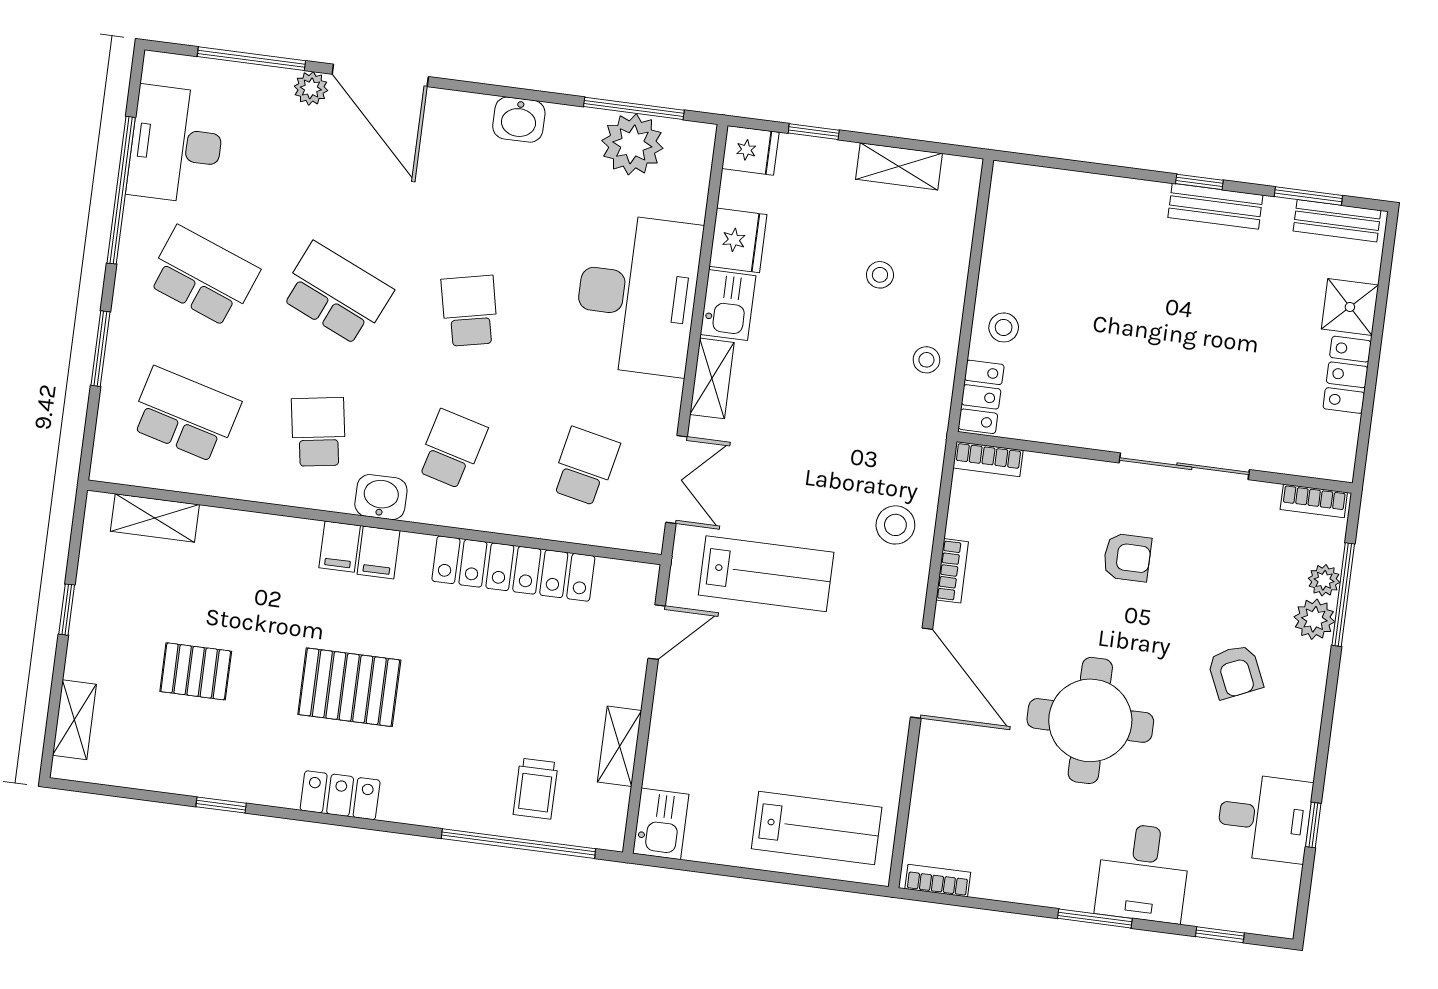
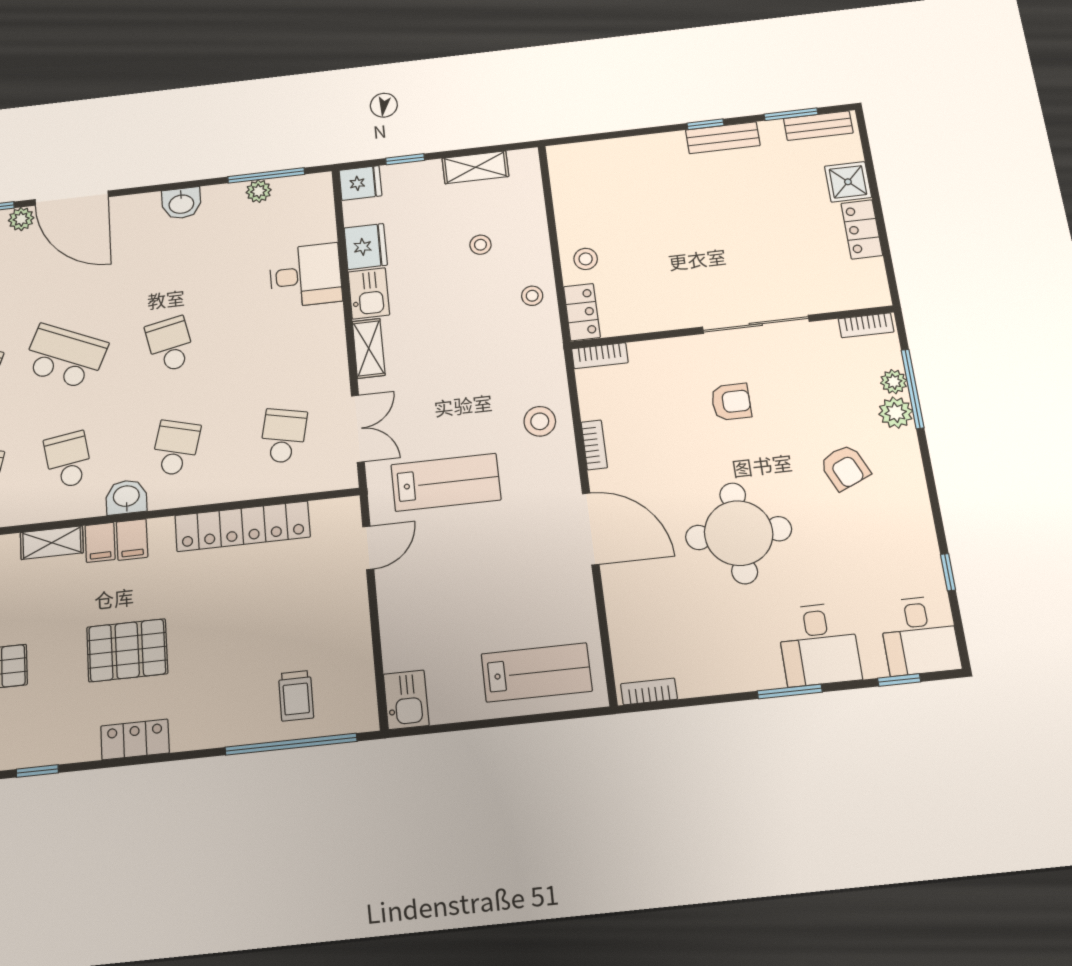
plant: (632, 144) -> (259, 191), width x0.53, depth x0.53
desk: (637, 295) -> (306, 275), width x0.53, depth x0.77
shelving: (620, 746) -> (52, 543), moved, turned 90
desk: (1264, 818) -> (919, 635), moved, turned 90

